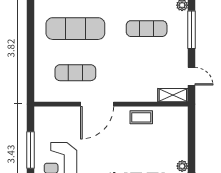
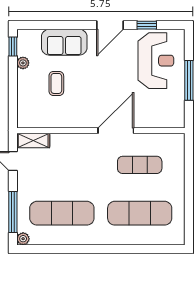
exercise mat: (147, 29) -> (62, 213), width x1.36, depth x1.45
coffee table: (141, 117) -> (56, 83), moved, turned 90

